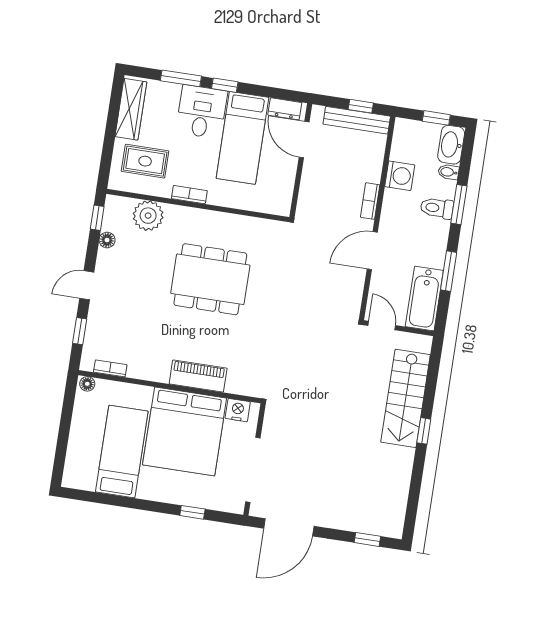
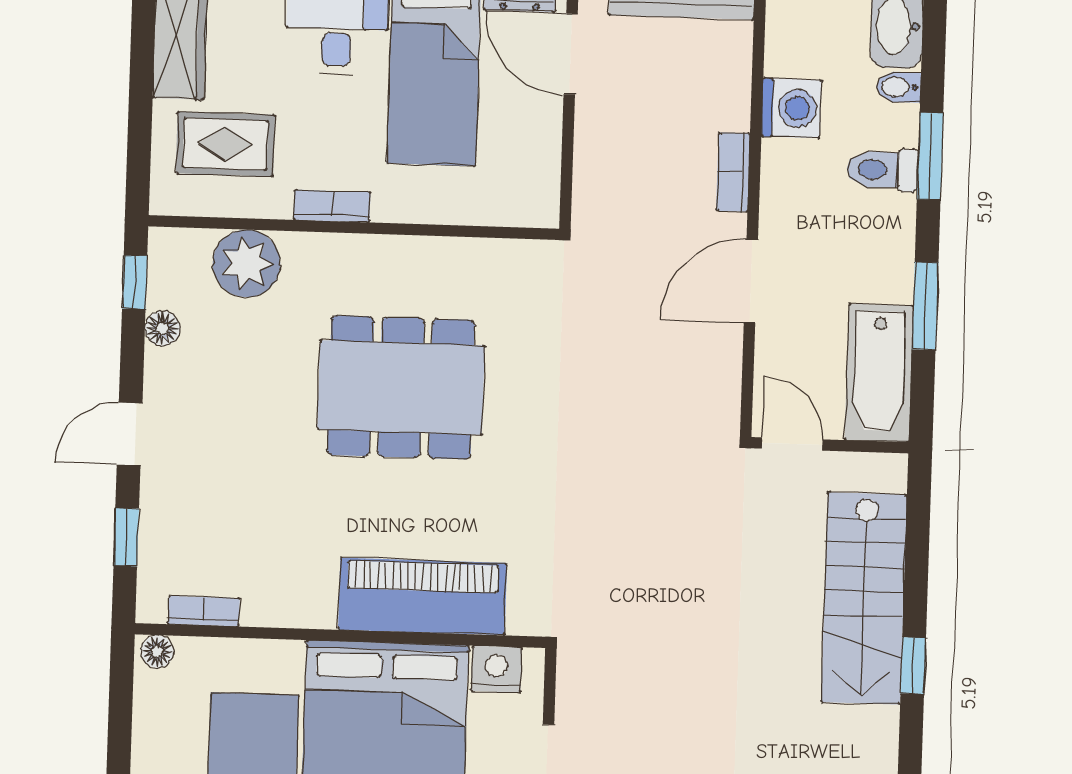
piano: (198, 376) -> (422, 596), width x1.37, depth x1.33

